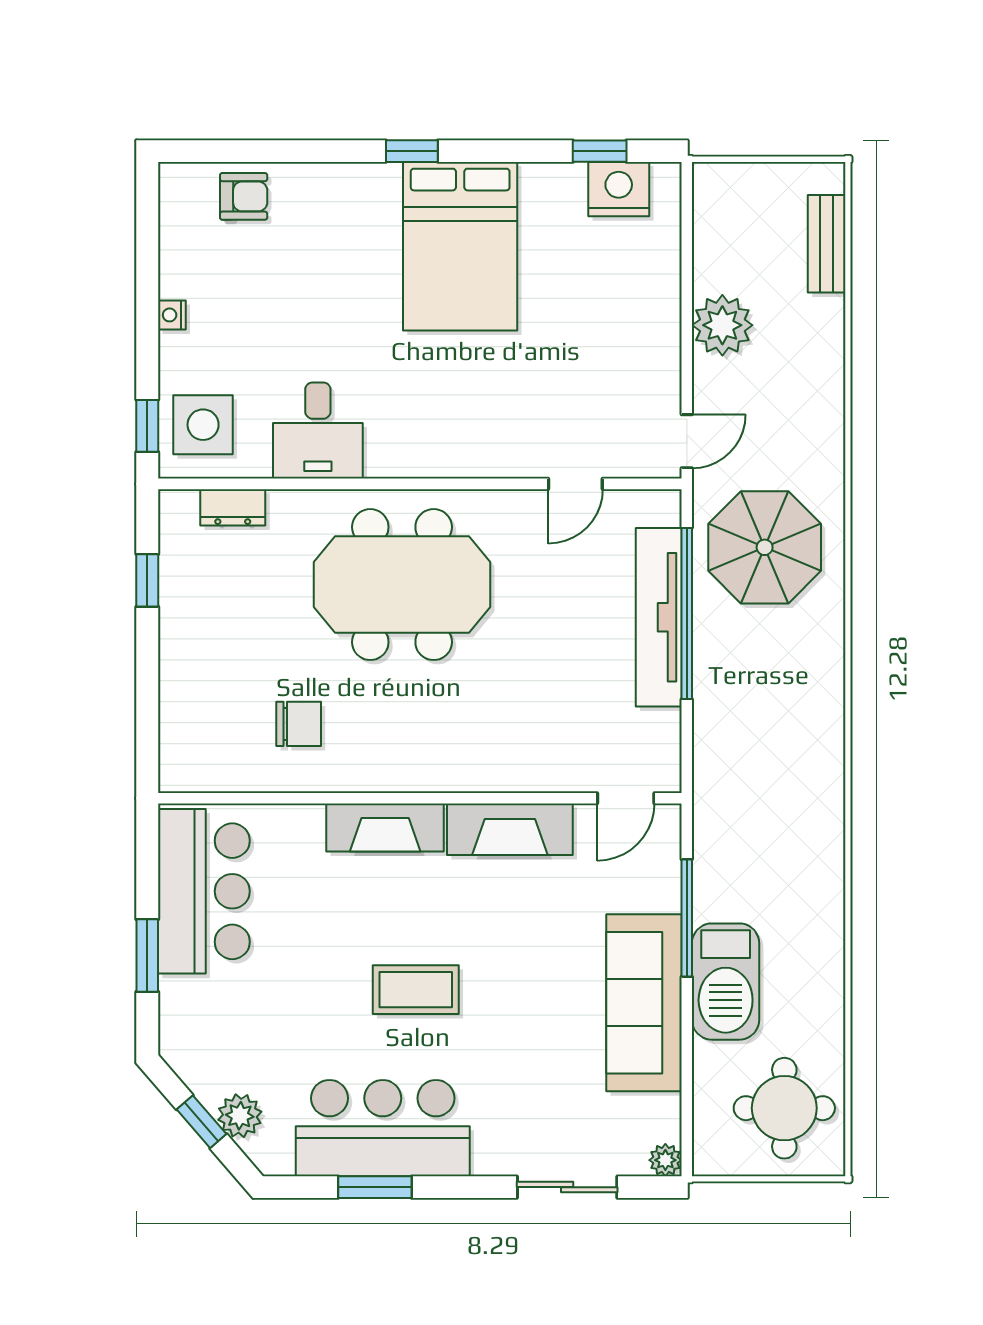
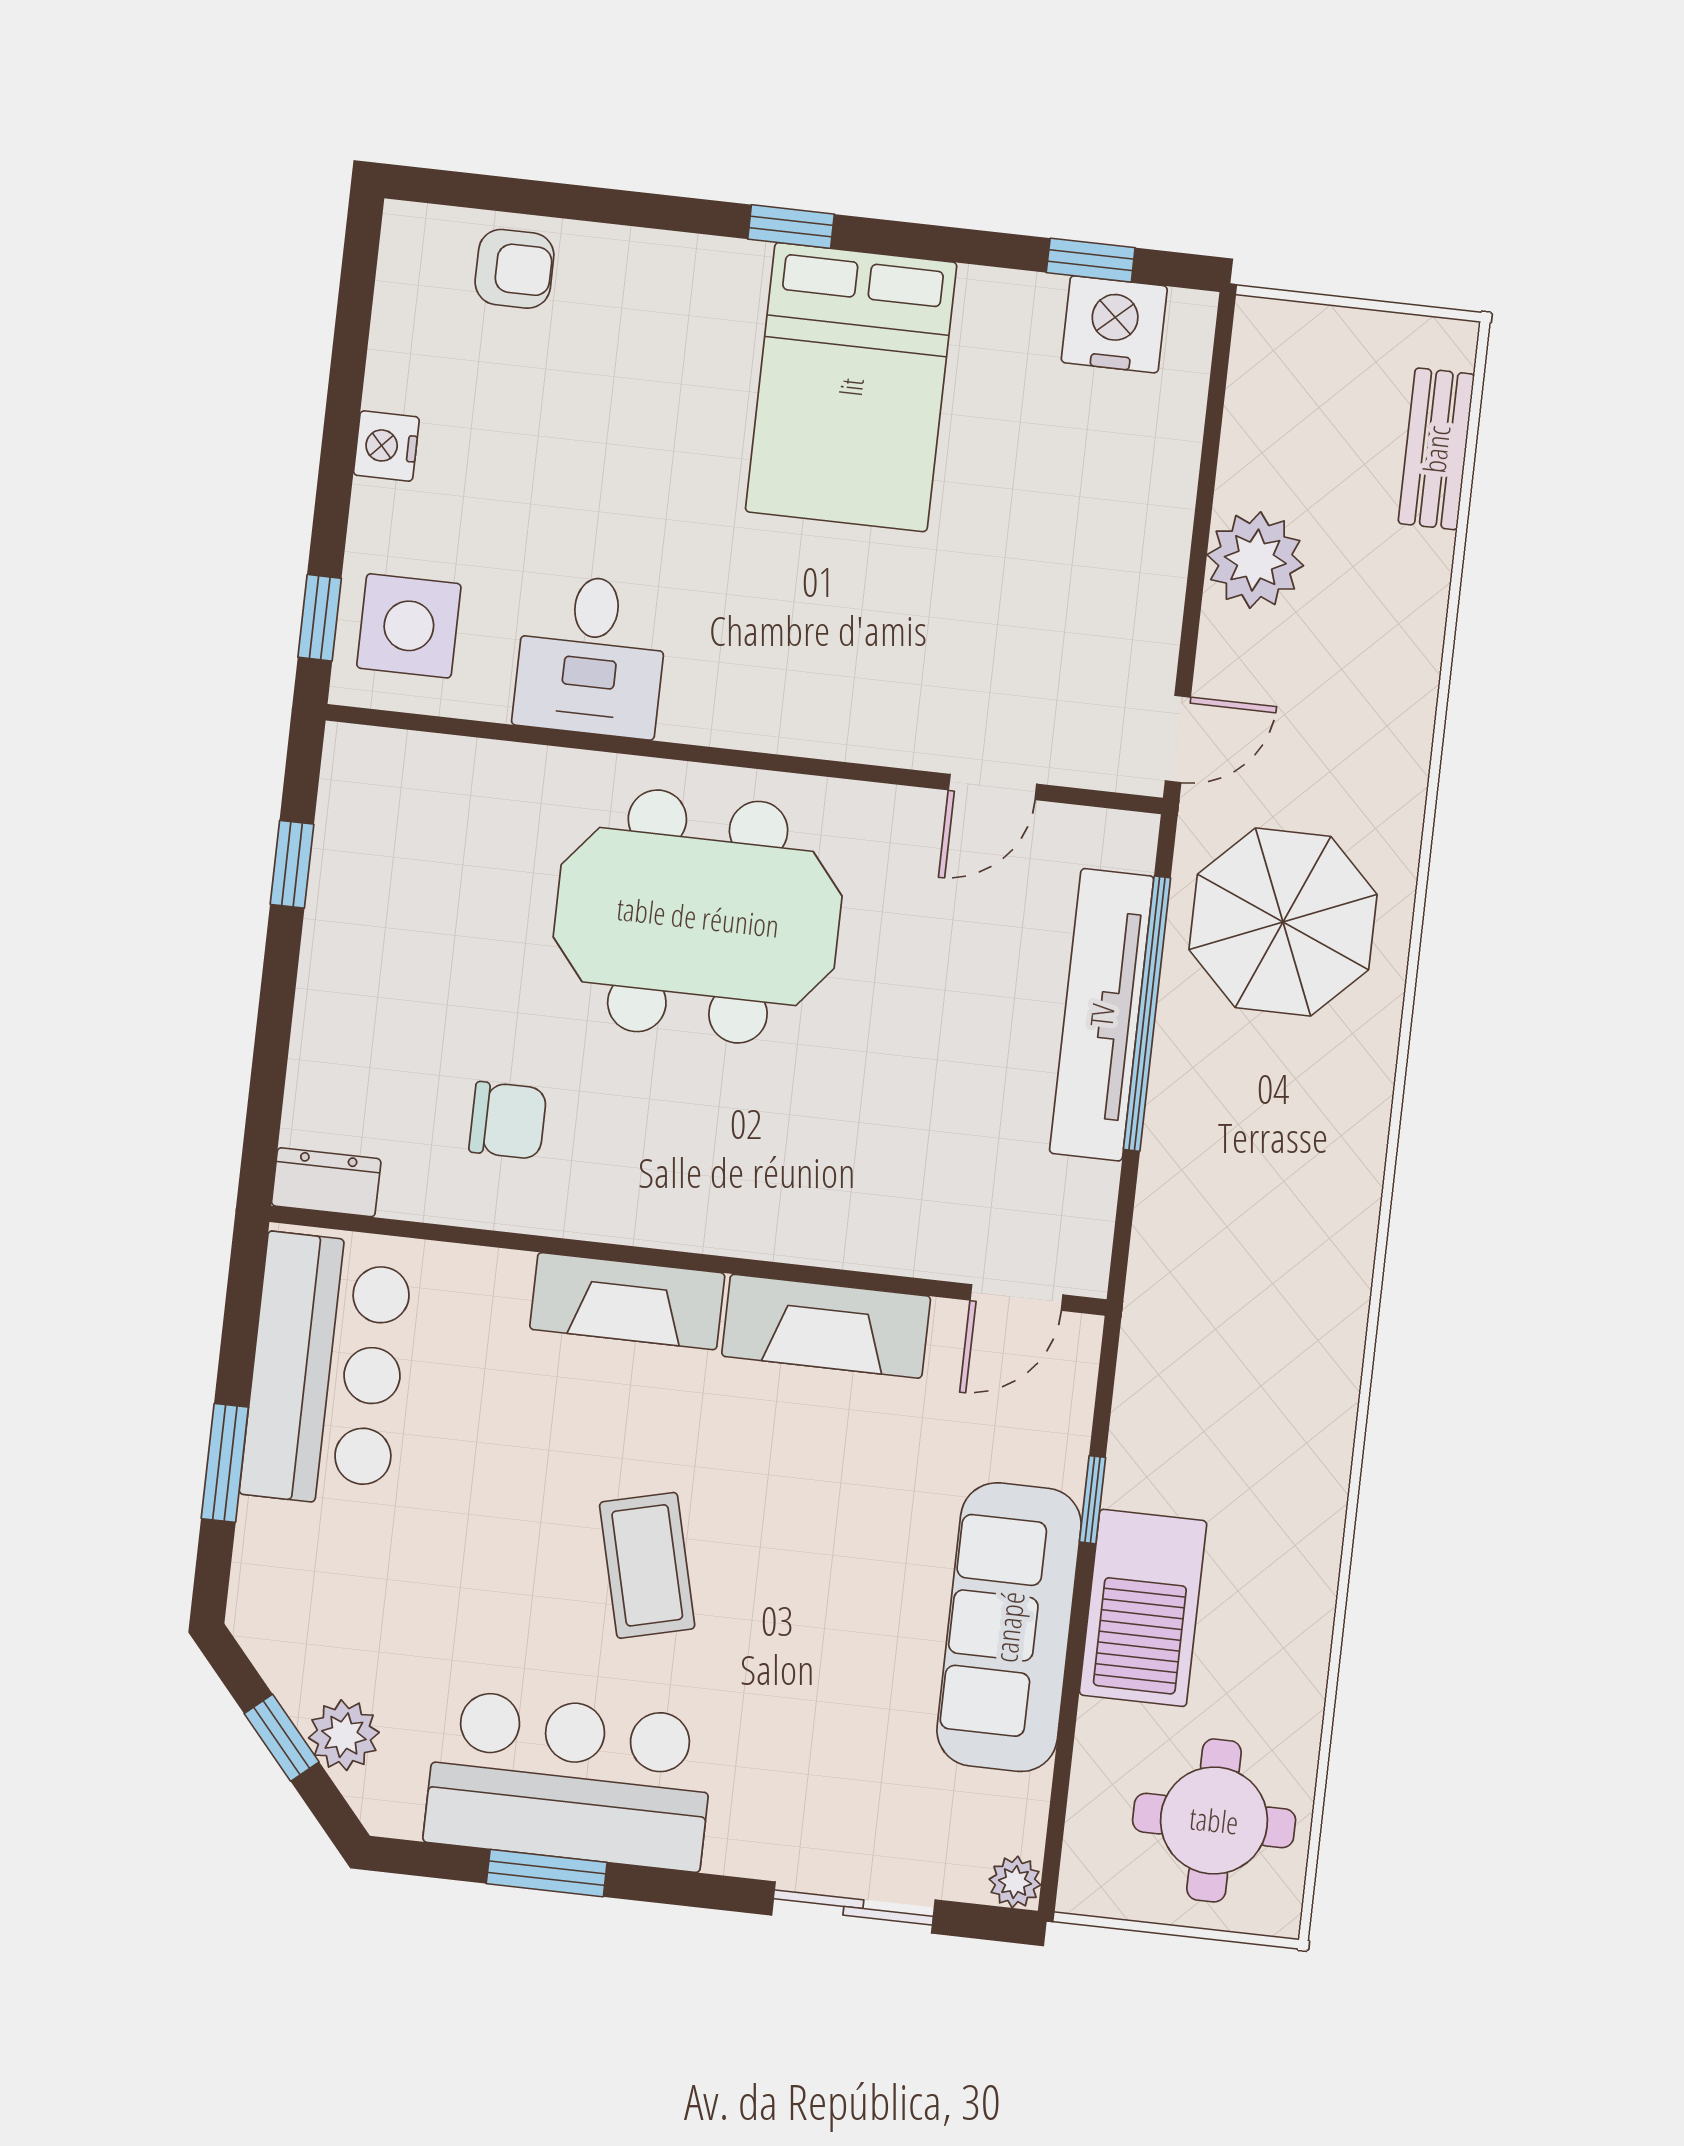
nightstand: (172, 315) -> (386, 446), width x1.39, depth x1.35
dresser: (233, 507) -> (326, 1182), moved, turned 180
window: (687, 918) -> (1092, 1500), width x0.46
coffee table: (416, 990) -> (647, 1565), turned 76

